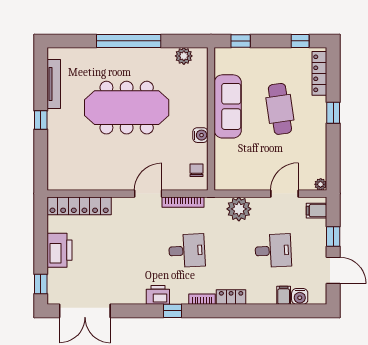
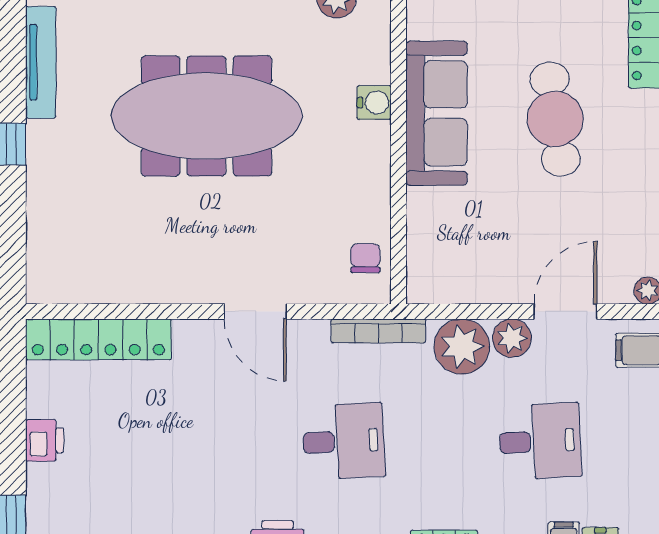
water cooler: (200, 135) -> (374, 103), moved
door: (148, 194) -> (255, 312), swing flipped
bookcase: (183, 202) -> (378, 331), moved
plant: (261, 205) -> (512, 338), added
printer: (59, 250) -> (45, 440), width x0.53, depth x0.68

